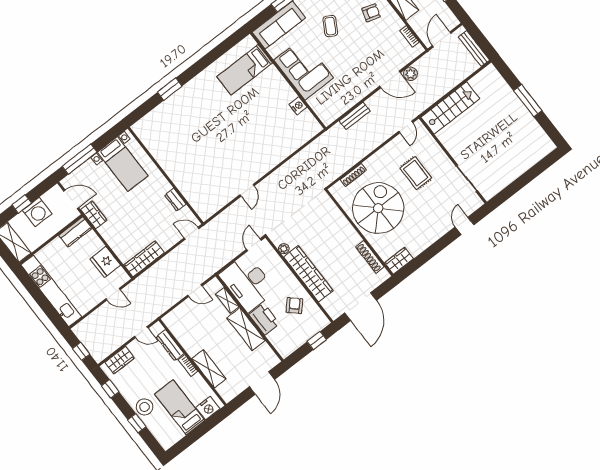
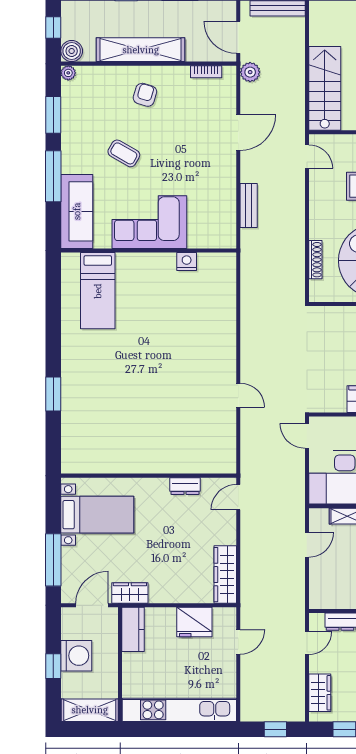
plant: (411, 74) -> (250, 72), moved
plant: (284, 249) -> (338, 405), removed

